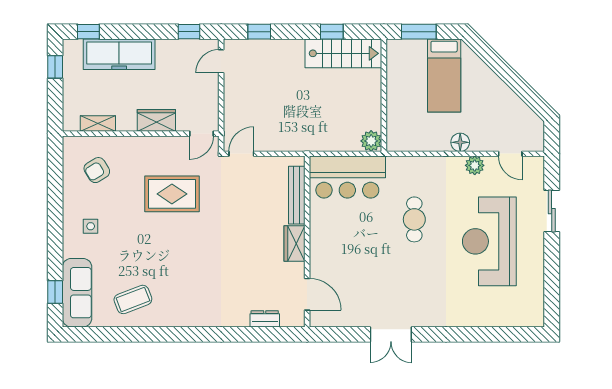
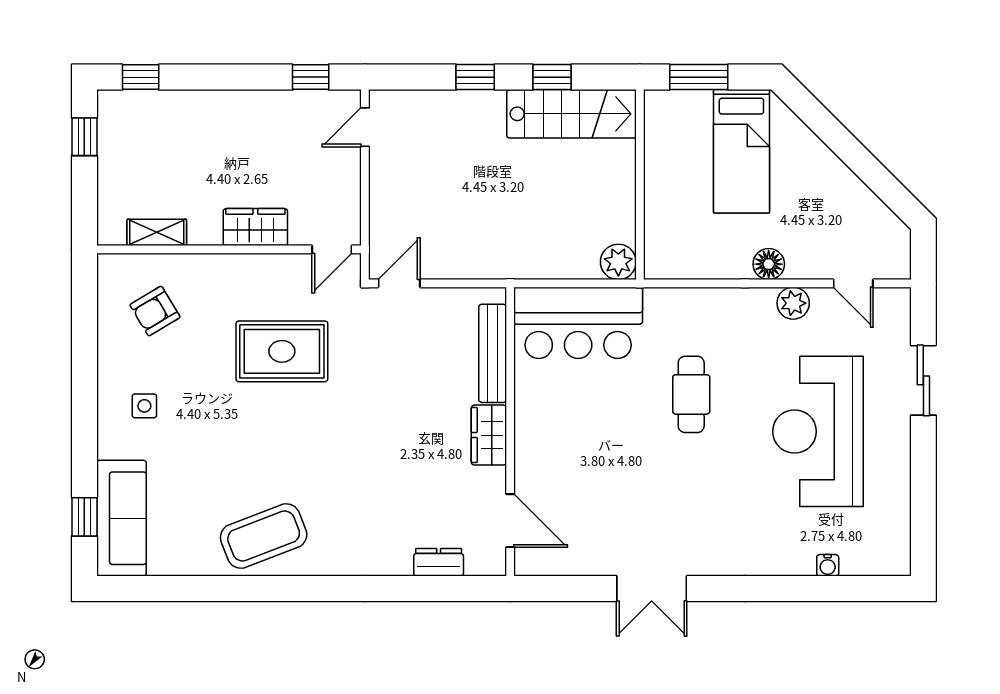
window: (259, 32) -> (475, 77), moved
freezer: (119, 54) -> (193, 115), removed
coffee table: (133, 299) -> (264, 536), moved, width x1.36, depth x1.32
water cooler: (495, 321) -> (828, 565), added

